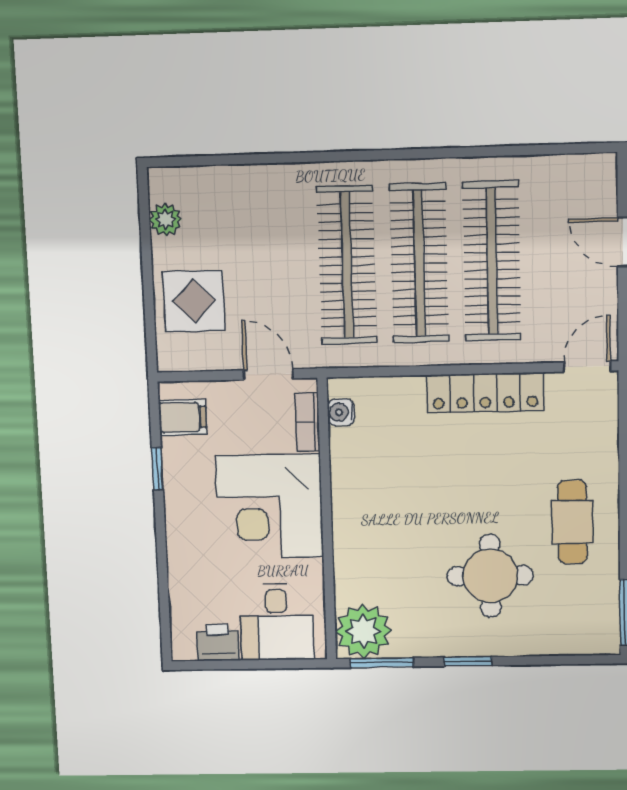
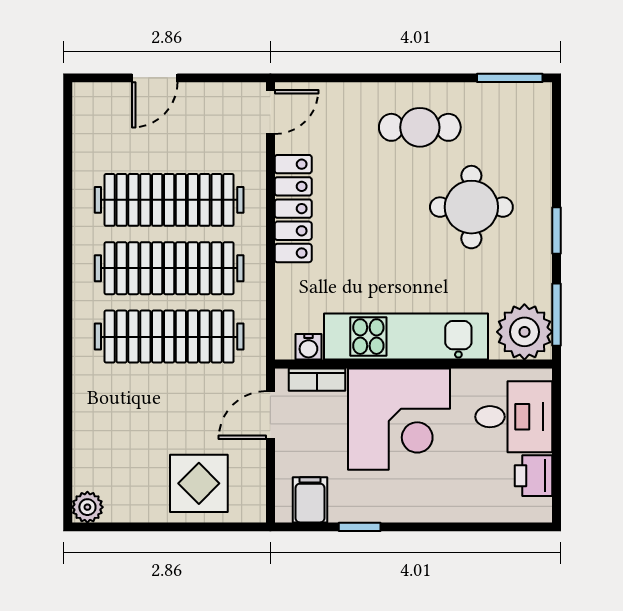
plant: (165, 220) -> (87, 507), moved
door: (587, 367) -> (270, 112), swing flipped
kitchen unit: (355, 512) -> (406, 337), added

